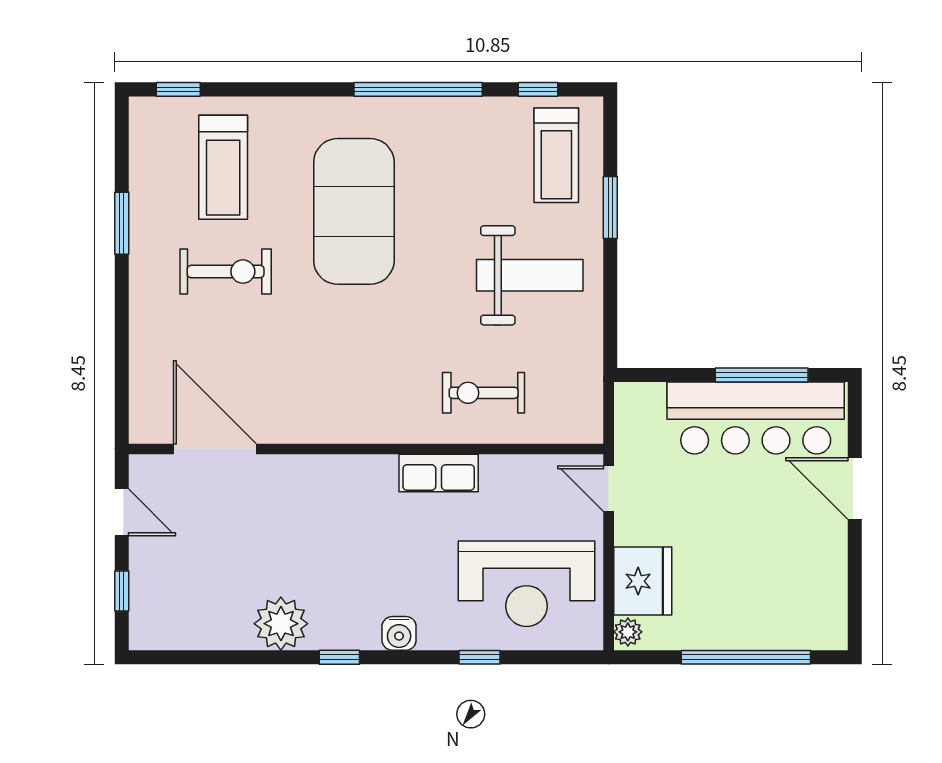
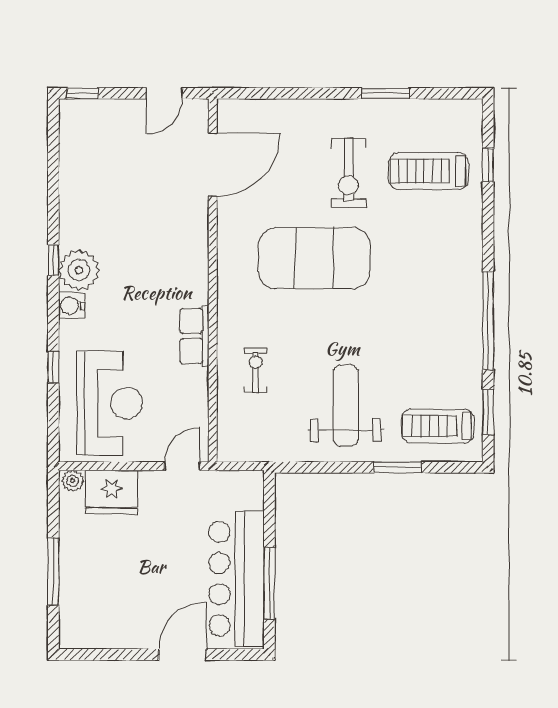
window: (178, 89) -> (488, 165), moved
window: (538, 89) -> (488, 412), width x1.50
exercise mat: (354, 211) -> (314, 258), moved
weight bench: (530, 275) -> (346, 406), turned 180
exercise bike: (484, 393) -> (256, 370), width x0.73, depth x0.72
reception desk: (527, 584) -> (109, 403), turned 180
window: (122, 591) -> (83, 93), moved
plant: (281, 624) -> (79, 270), moved
window: (746, 657) -> (53, 571), width x0.68

